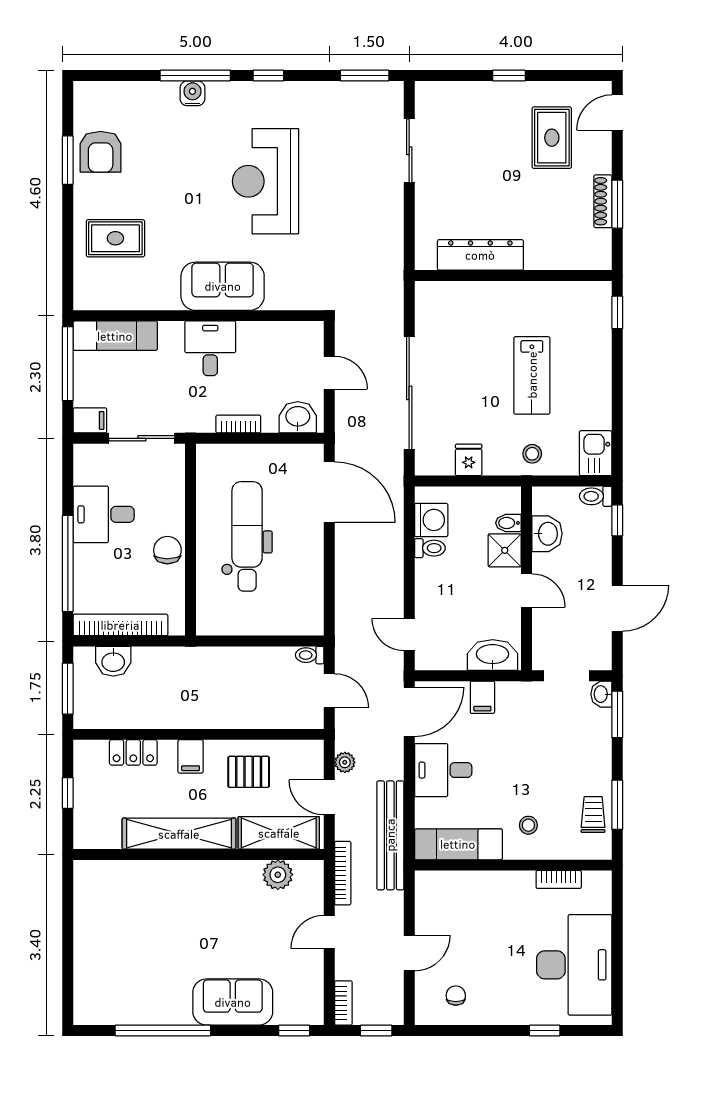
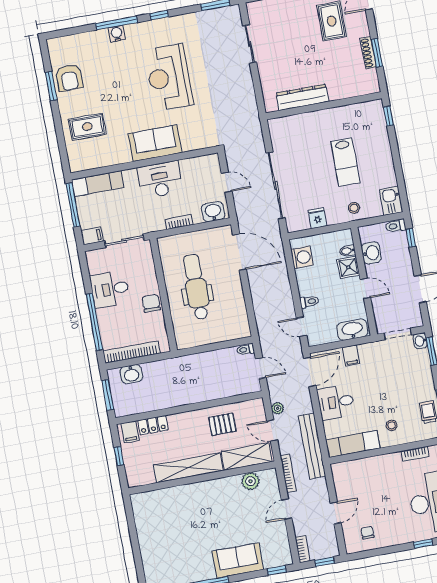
desk: (210, 348) -> (160, 180), width x1.37
toilet: (430, 548) -> (309, 302), moved
filing cabinet: (191, 756) -> (130, 432), moved

